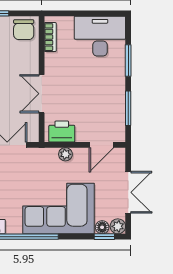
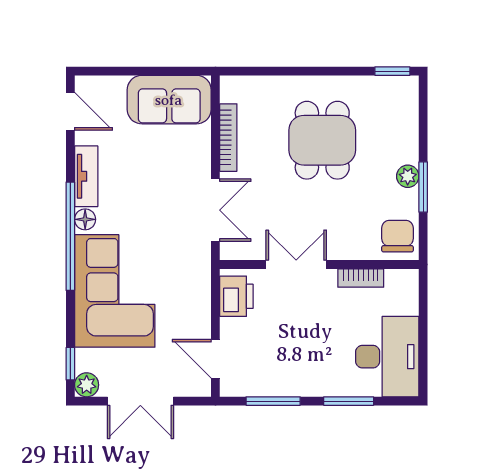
chair: (24, 30) -> (398, 236), turned 90
bookcase: (50, 37) -> (361, 278), moved
plant: (65, 154) -> (200, 302), removed
floor lamp: (102, 227) -> (85, 219), moved

